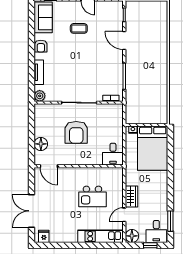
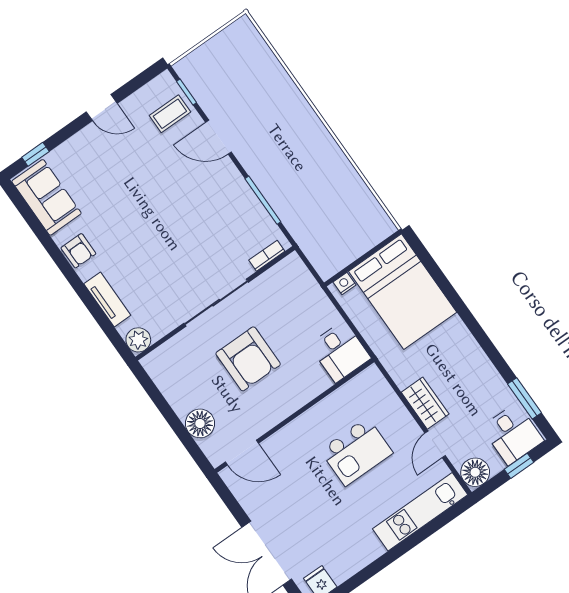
coffee table: (79, 28) -> (170, 114), moved

